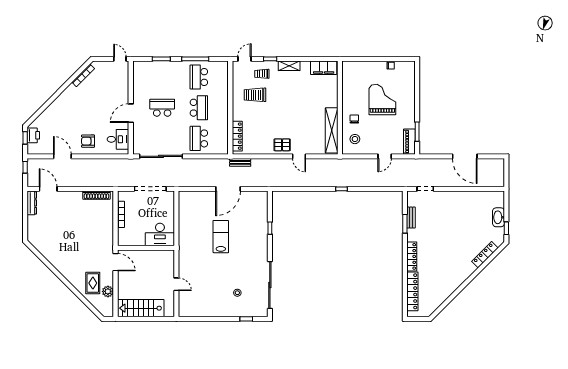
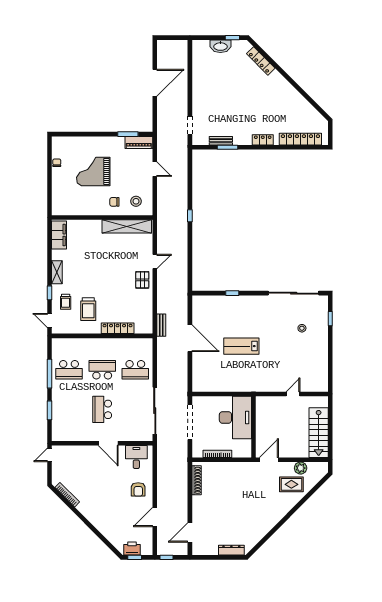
locker: (237, 136) -> (118, 328), moved
dresser: (32, 203) -> (231, 550), moved
desk: (160, 234) -> (235, 417), width x1.36, depth x1.30
locker: (412, 256) -> (263, 140), width x0.66

